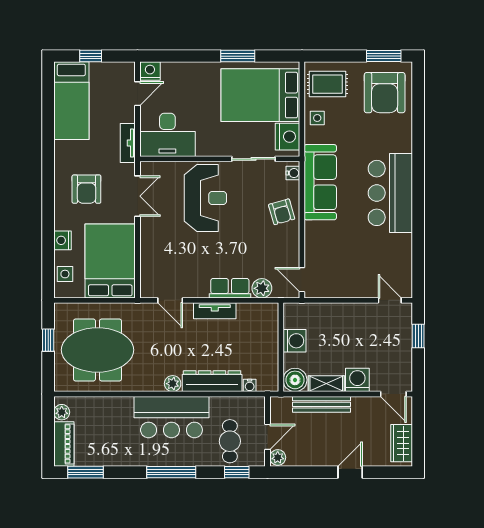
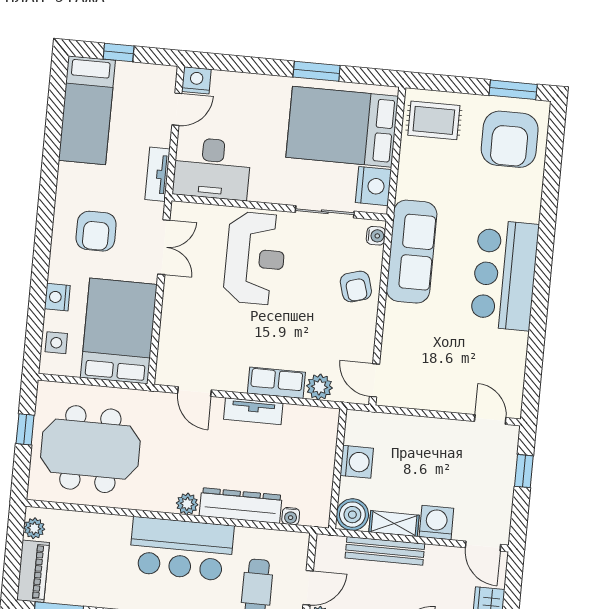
side table: (317, 118) -> (416, 165), removed

